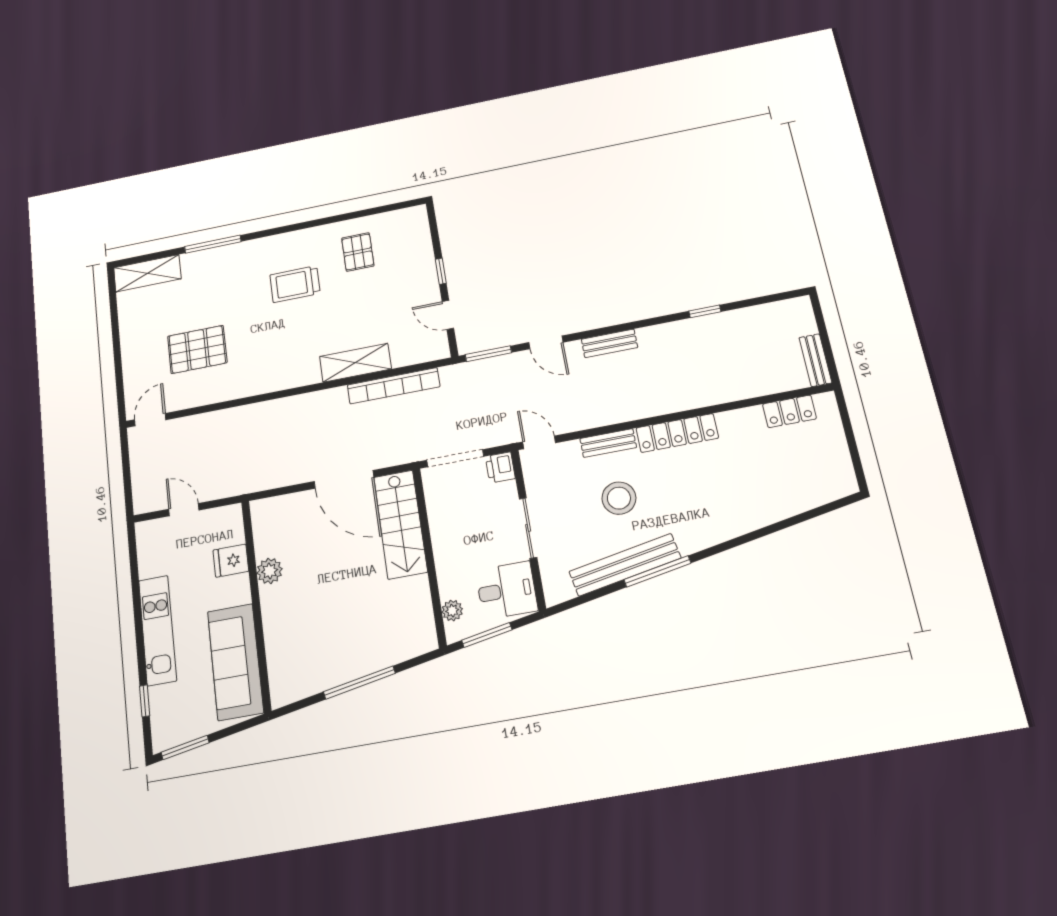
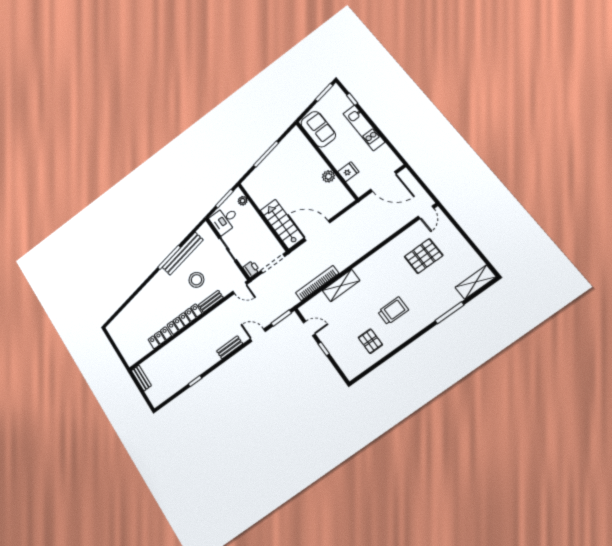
locker: (789, 411) -> (160, 338), moved
door: (184, 510) -> (383, 182), width x1.87
sofa: (235, 662) -> (318, 129), width x0.73

